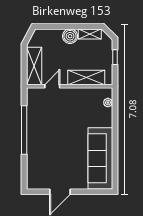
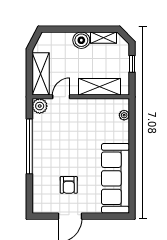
plant: (33, 94) -> (40, 106), added
armchair: (59, 164) -> (69, 185), added

